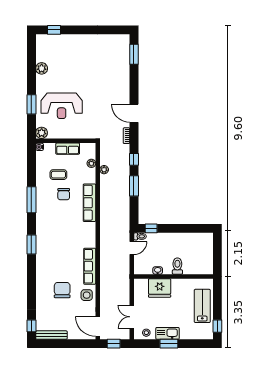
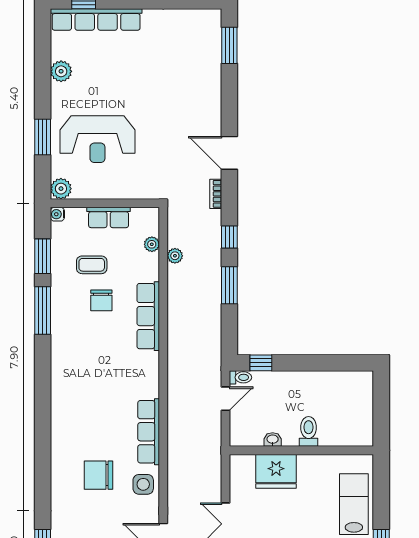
row of seats: (61, 40) -> (96, 19), added
window: (31, 244) -> (43, 256), moved
chair: (62, 290) -> (99, 475), turned -90

